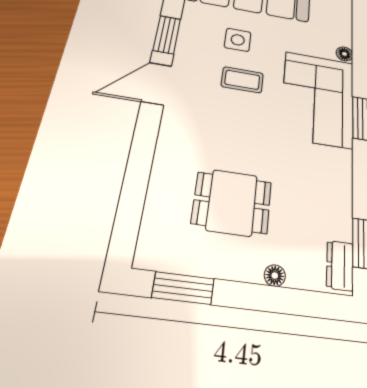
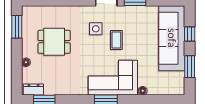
side table: (238, 40) -> (96, 29), moved
dining table: (232, 203) -> (54, 42), turned 90

